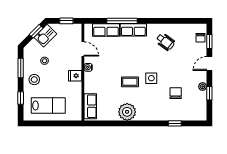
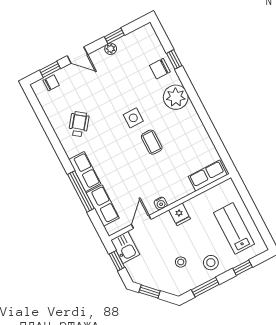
kitchen sink: (45, 36) -> (125, 247), moved, turned 45
chair: (176, 93) -> (160, 69), moved
plant: (127, 112) -> (176, 97), moved

